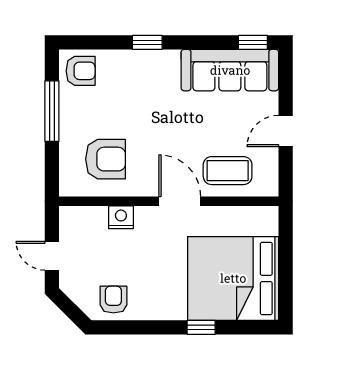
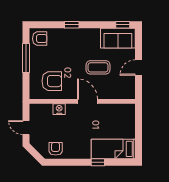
sofa: (230, 70) -> (118, 38), width x0.73
coffee table: (228, 171) -> (98, 67), moved
bed: (233, 278) -> (113, 149), width x0.49

